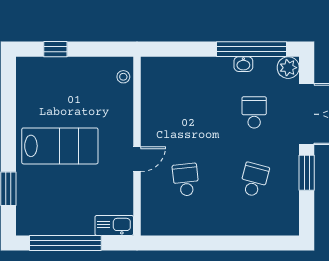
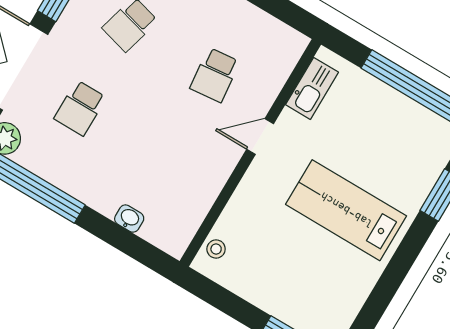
washbasin: (243, 64) -> (129, 219), moved
kitchen sink: (114, 225) -> (312, 88), moved, turned -90

